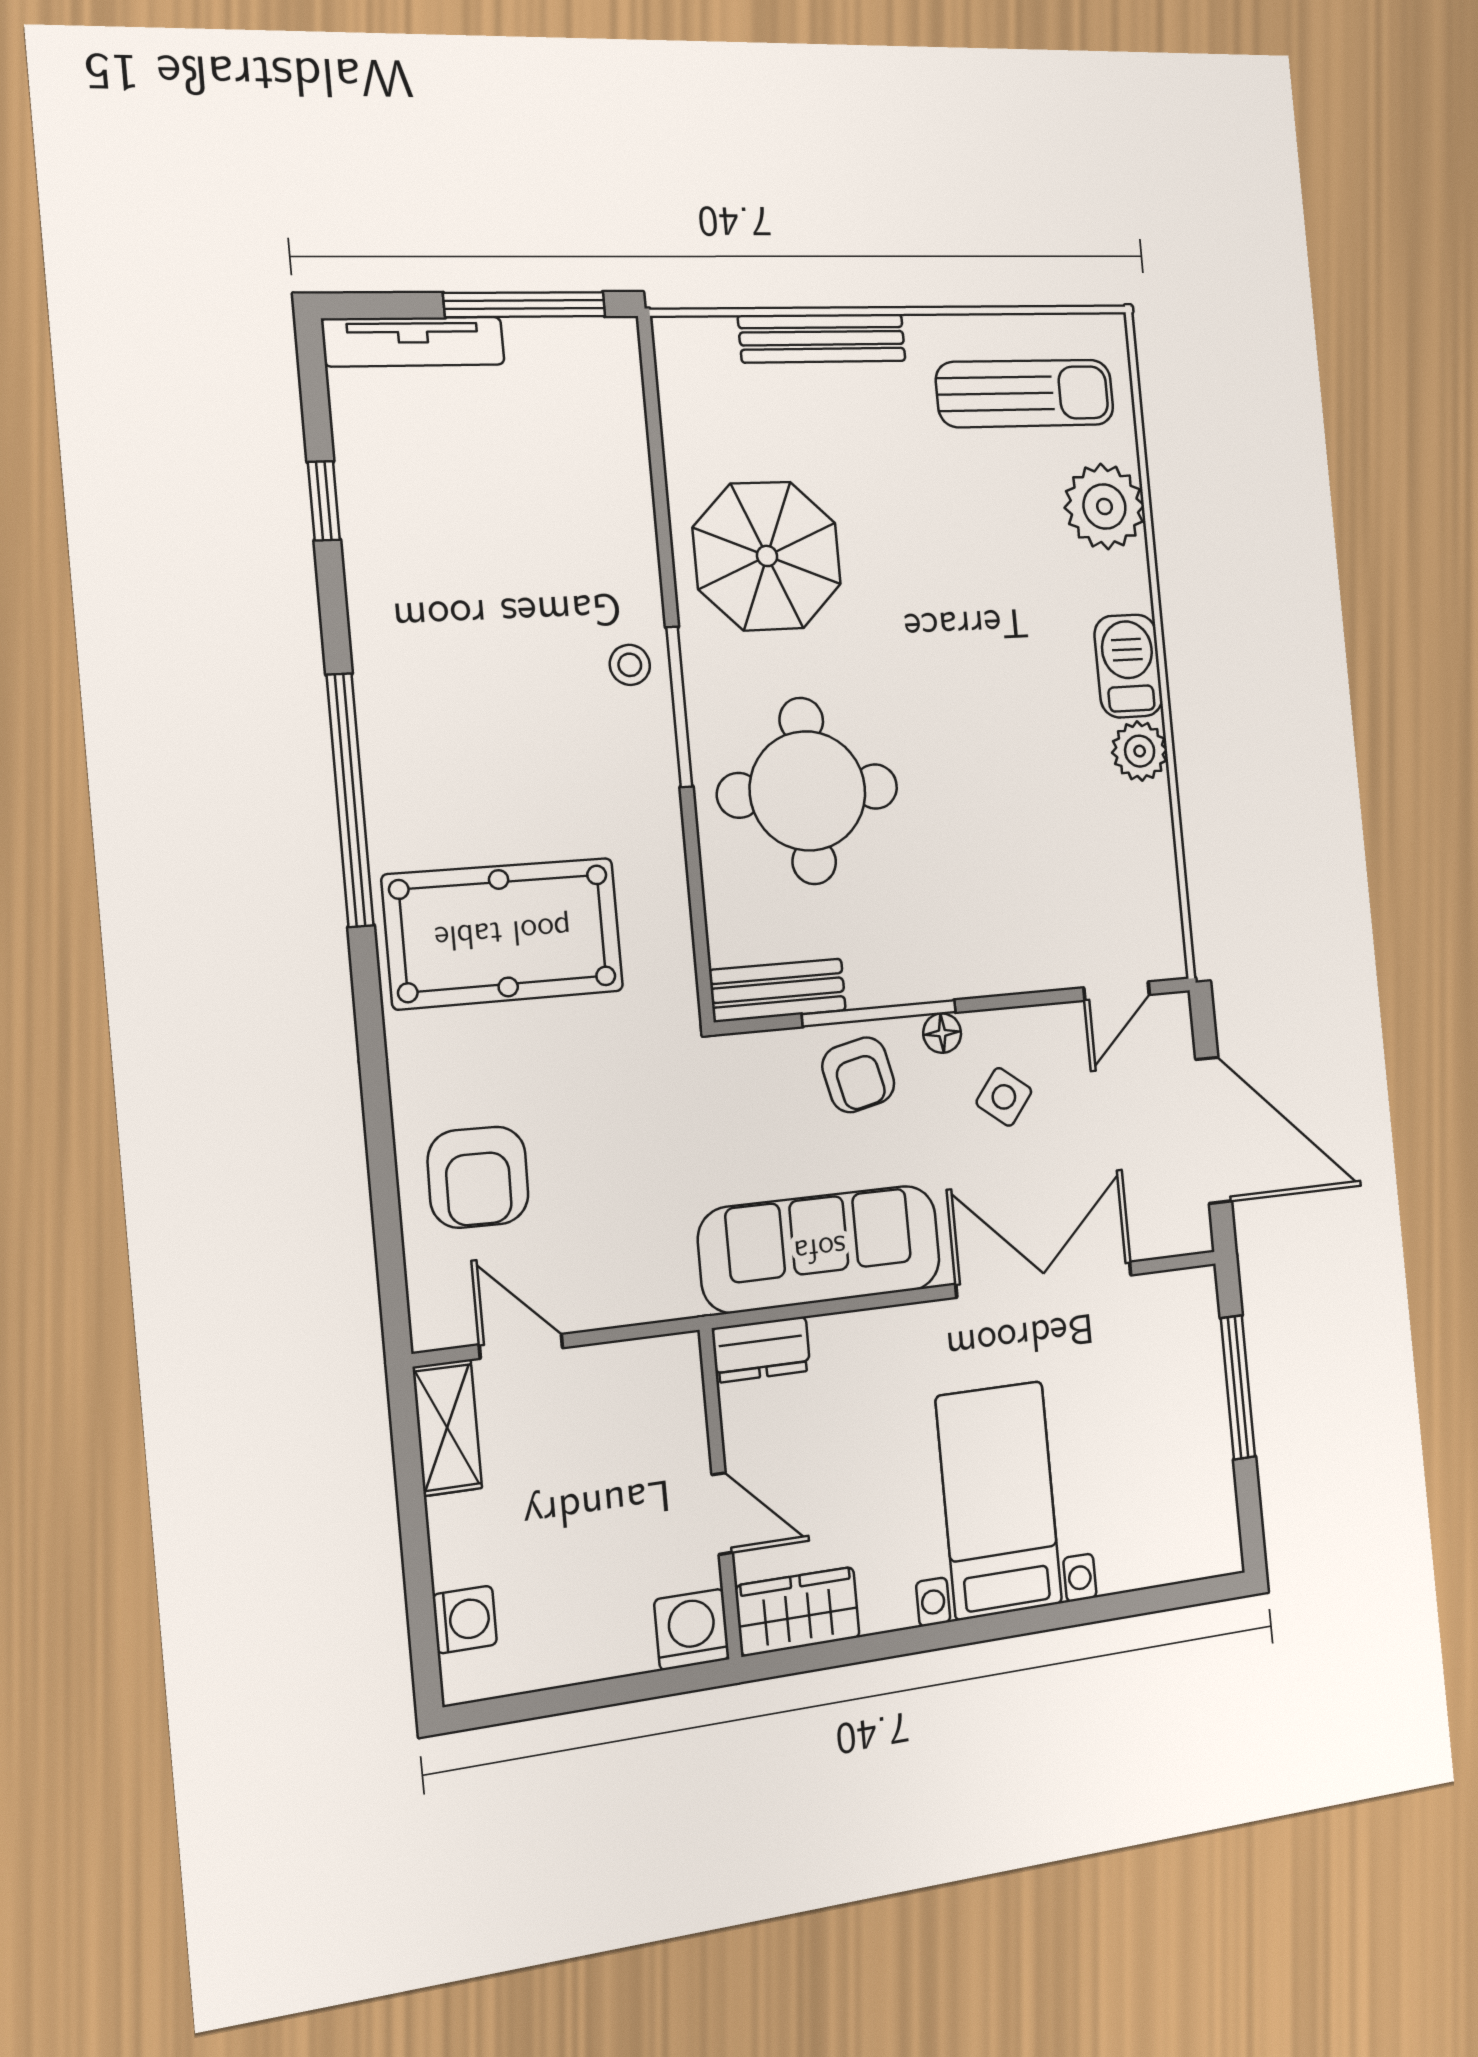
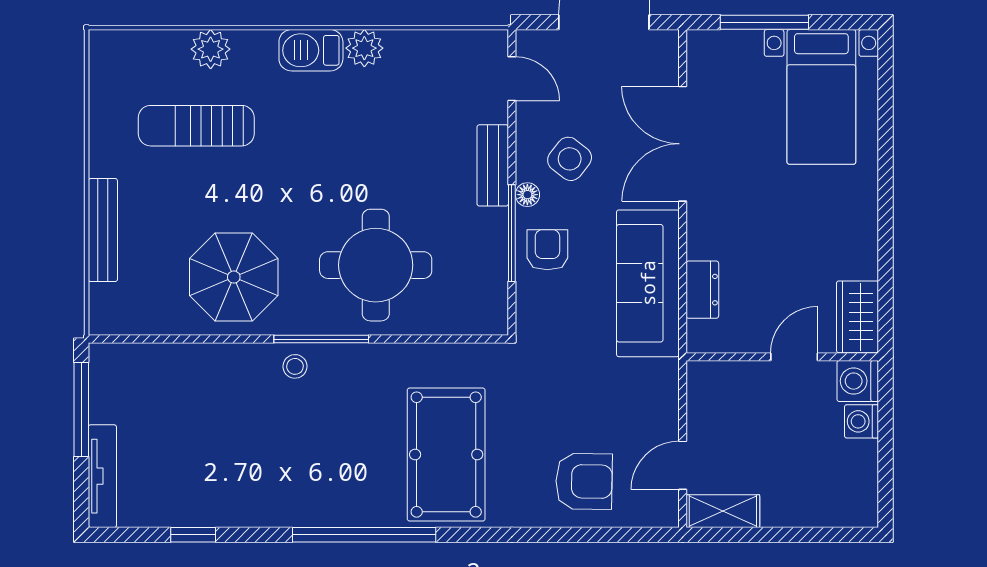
sun lounger: (1025, 393) -> (196, 126), moved, turned -90
plant: (1104, 506) -> (211, 49), width x0.73, depth x0.73
bench: (778, 990) -> (493, 165), moved
armchair: (858, 1075) -> (547, 250), turned -77
side table: (1004, 1097) -> (570, 159), width x1.37, depth x1.37
dresser: (761, 1350) -> (702, 290), moved
bed with nightstands: (999, 1500) -> (821, 97), moved, turned -90
washing machine: (465, 1620) -> (862, 421), moved, turned -90

